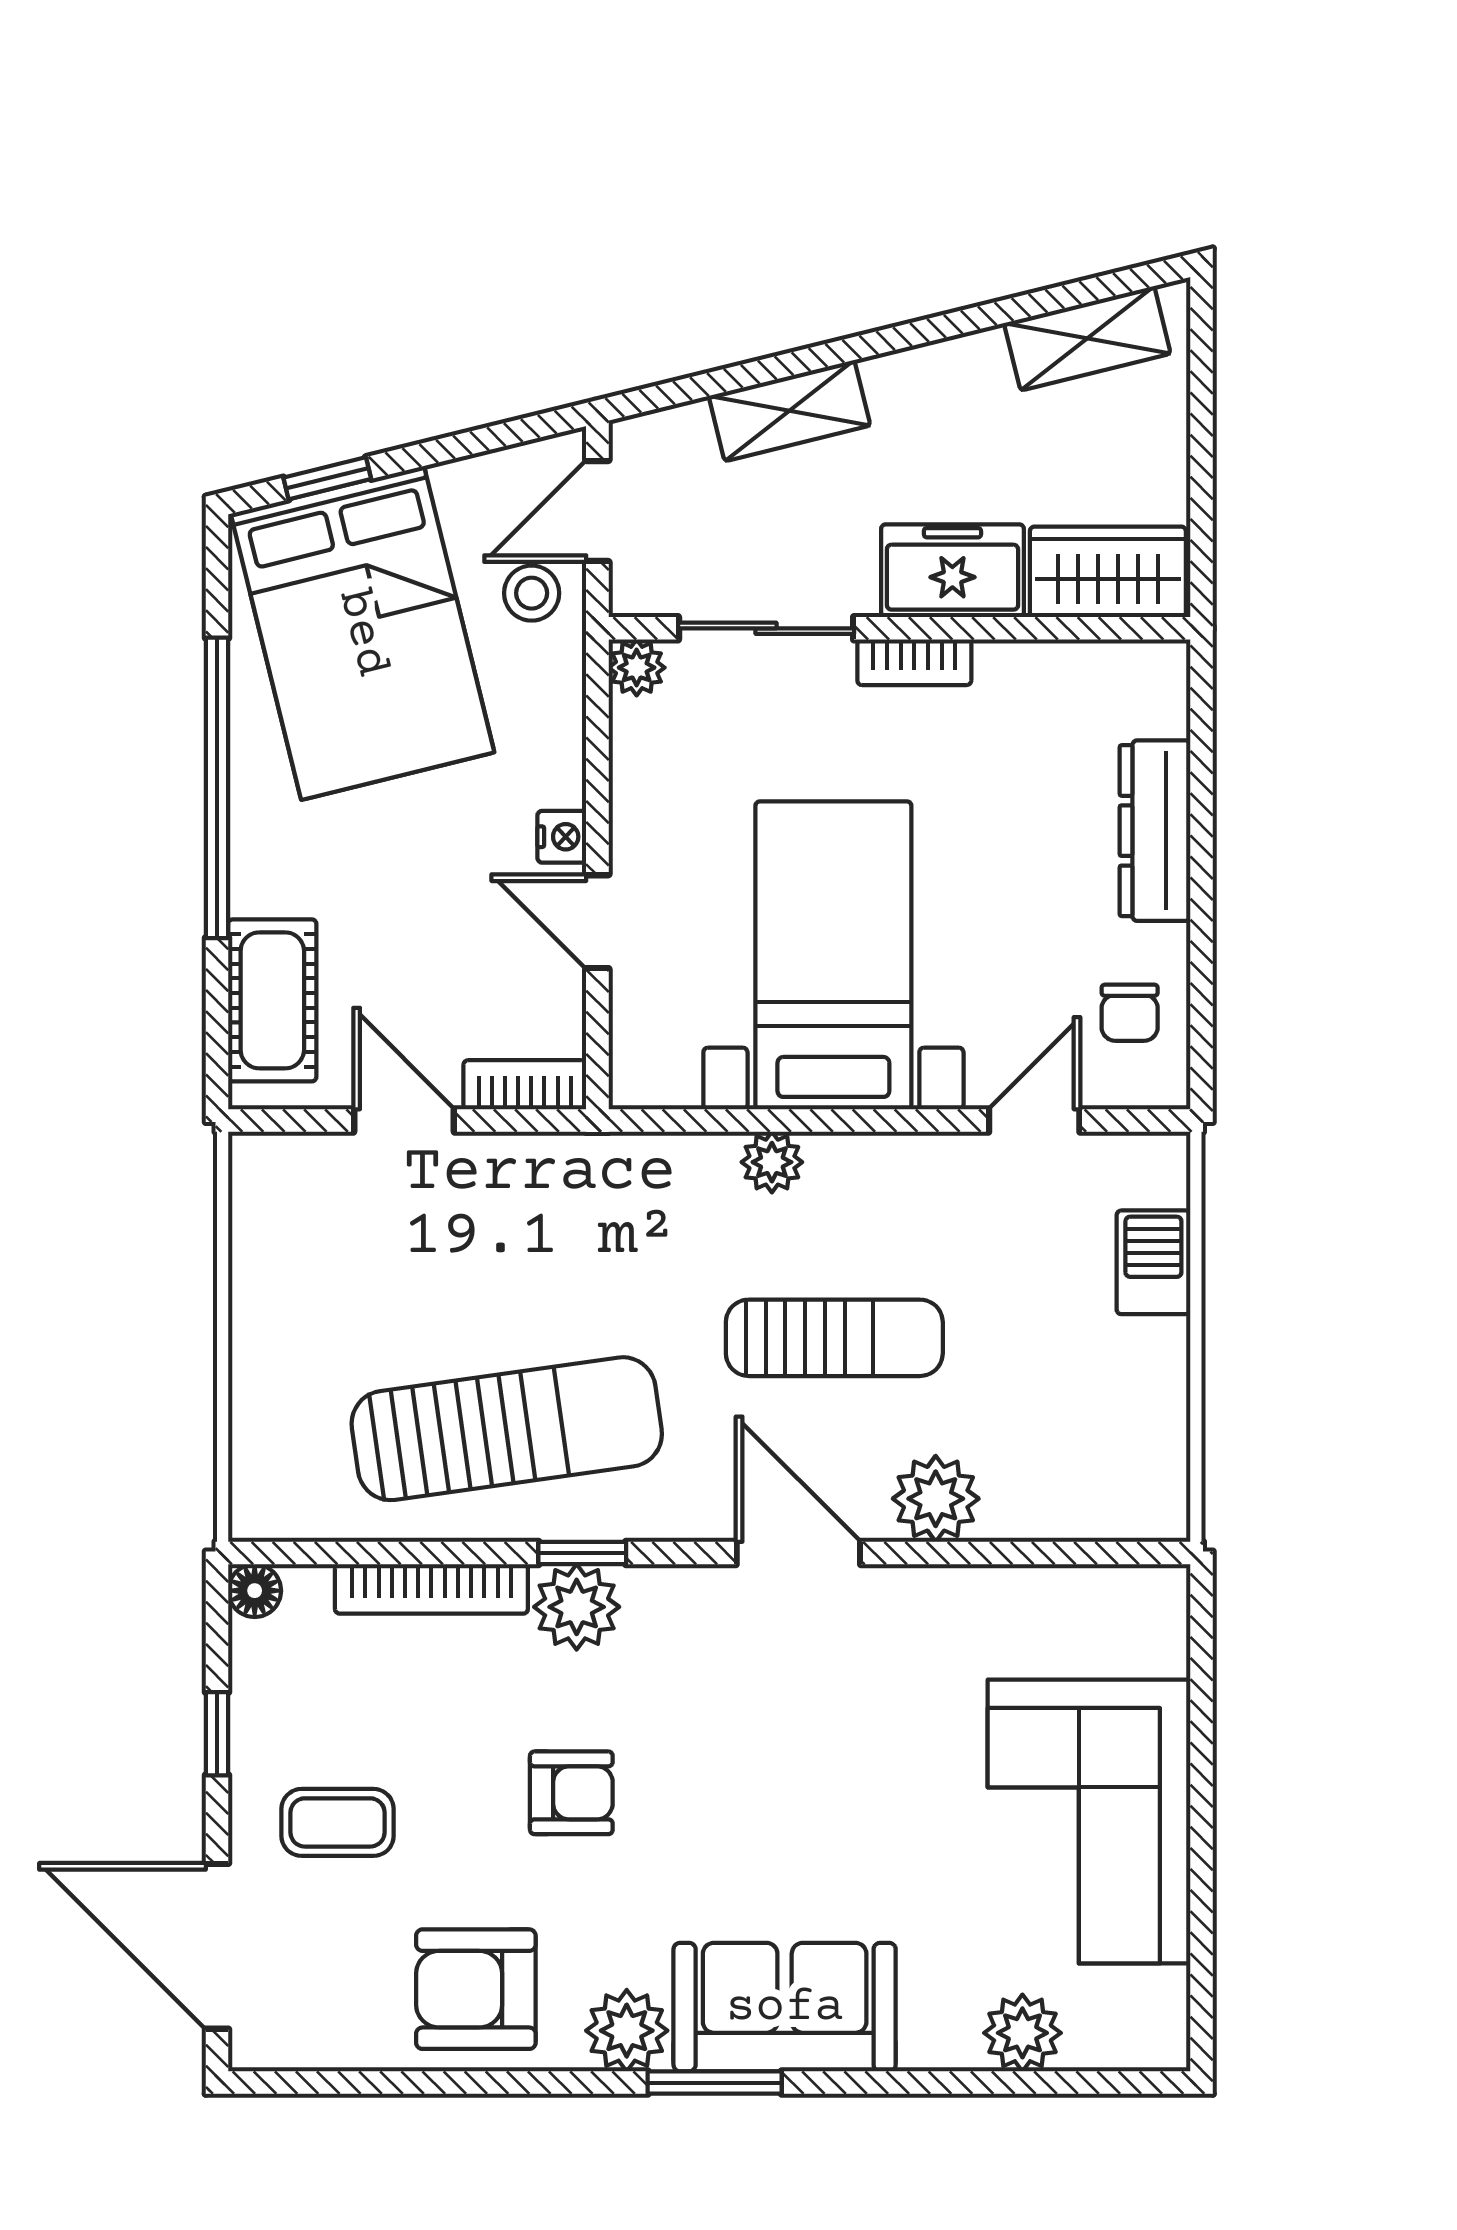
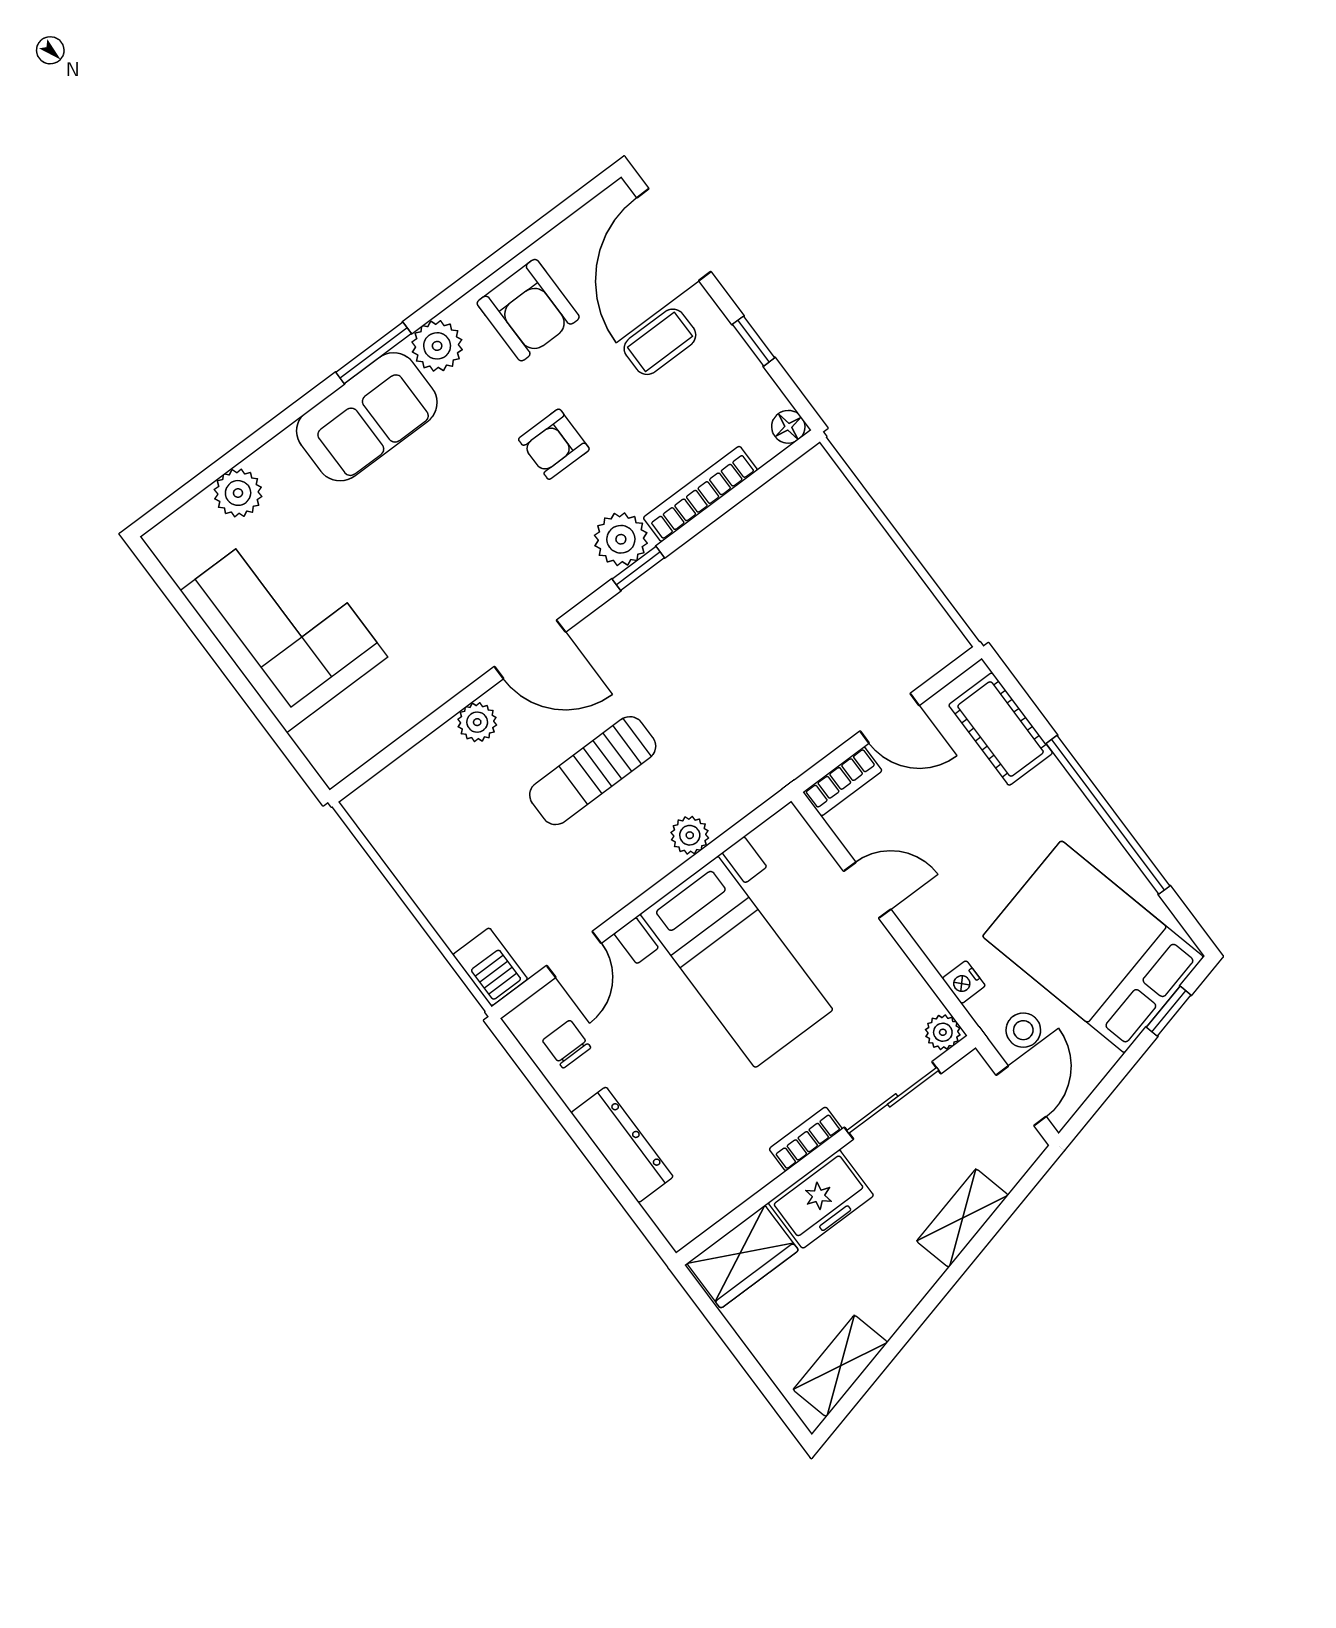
nightstand: (562, 837) -> (964, 982), moved
barbecue: (1153, 1262) -> (490, 967), moved
sun lounger: (507, 1429) -> (723, 602), removed
plant: (936, 1499) -> (477, 722), width x0.73, depth x0.73
door: (217, 1946) -> (674, 235), swing flipped
armchair: (476, 1989) -> (528, 310), turned 90

